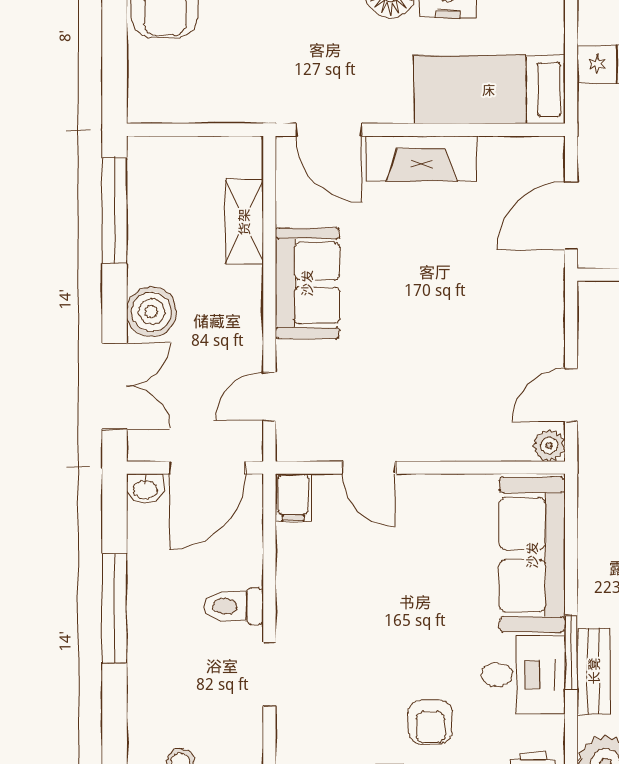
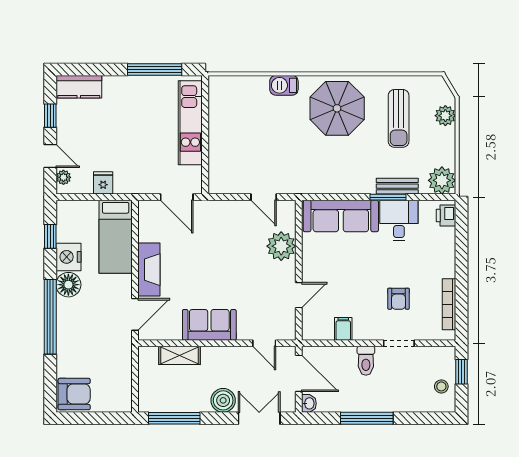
plant: (549, 446) -> (281, 246), moved, width x1.87, depth x1.87
filing cabinet: (293, 497) -> (343, 329), moved, turned -90
armchair: (430, 722) -> (399, 299), moved, turned 90

